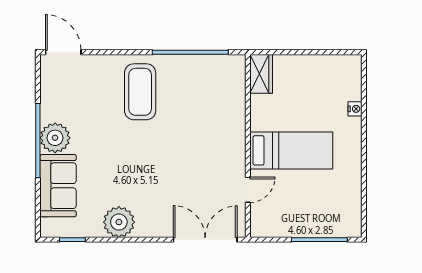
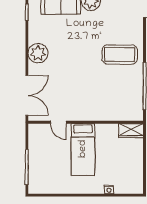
plant: (119, 222) -> (38, 53), moved

